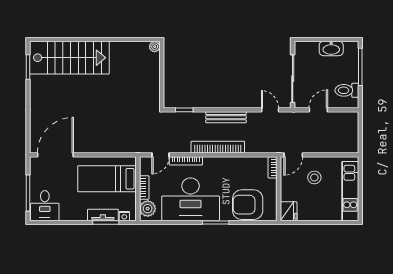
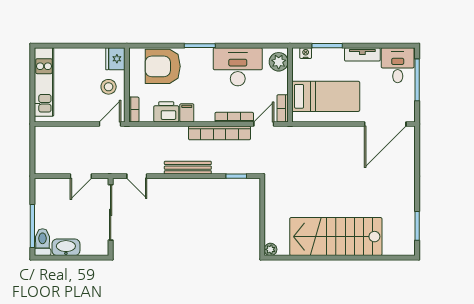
stairs: (69, 58) -> (336, 237), moved
toilet: (347, 90) -> (43, 242), moved, turned -90
bookcase: (218, 147) -> (219, 133), moved
filing cabinet: (227, 165) -> (187, 113), added
printer: (245, 165) -> (166, 112), added
stool: (314, 177) -> (109, 87), moved
bookcase: (144, 188) -> (283, 108), moved
desk: (191, 199) -> (238, 67), width x0.73, depth x0.77
armchair: (248, 205) -> (163, 66), turned 180
tv unit: (103, 215) -> (362, 54), moved

